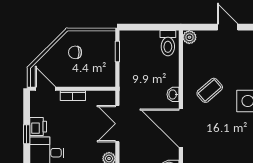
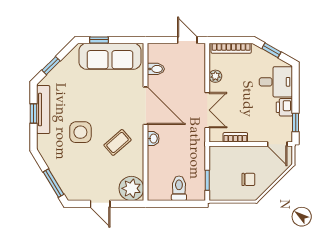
plant: (189, 37) -> (131, 188), width x1.88, depth x1.88
toilet: (168, 43) -> (179, 188), moved
bookcase: (73, 96) -> (235, 137), moved
window: (27, 134) -> (296, 122), moved

